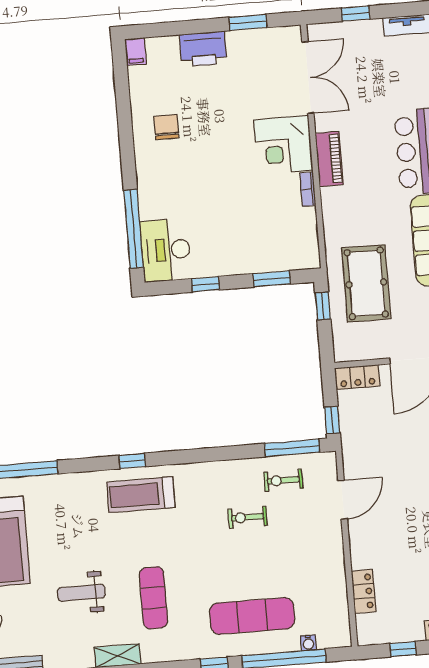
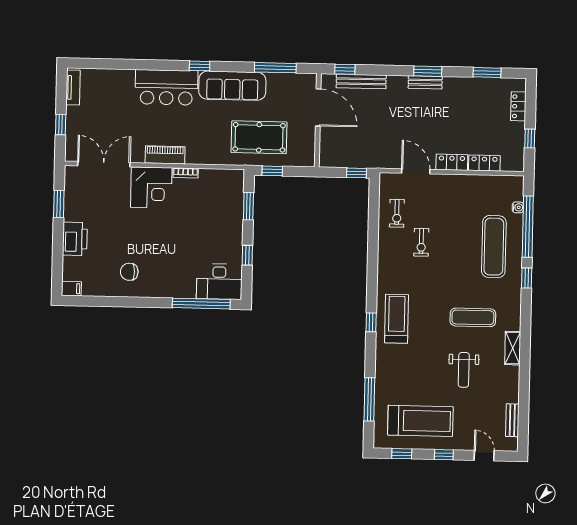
locker: (357, 377) -> (452, 162), moved, turned -90
window: (292, 448) -> (374, 204), removed
treadmill: (141, 495) -> (397, 319), turned 180

